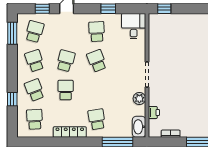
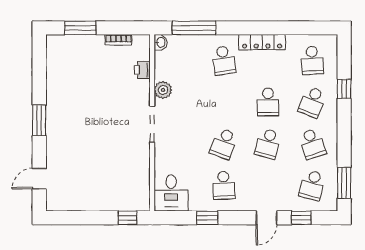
school desk: (97, 61) -> (224, 144), turned 42
school desk: (35, 90) -> (312, 102), turned 42
washbasin: (139, 127) -> (161, 42), width x0.52, depth x0.69

